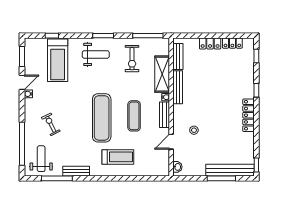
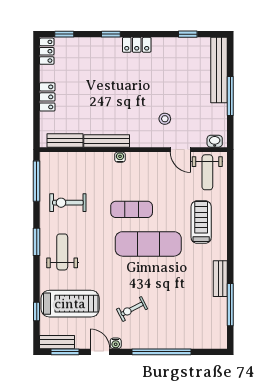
locker: (232, 43) -> (47, 51), moved
exercise bike: (132, 59) -> (68, 203), turned 180
shelving: (162, 74) -> (89, 162), removed
bench: (165, 115) -> (57, 342), moved
locker: (249, 115) -> (137, 45), width x0.66
exercise mat: (134, 116) -> (132, 209), moved
exercise bike: (51, 124) -> (132, 309), moved
window: (22, 144) -> (161, 352), moved
weight bench: (41, 159) -> (207, 172), moved, turned -90
window: (256, 165) -> (188, 34), moved
window: (221, 178) -> (230, 96), moved

